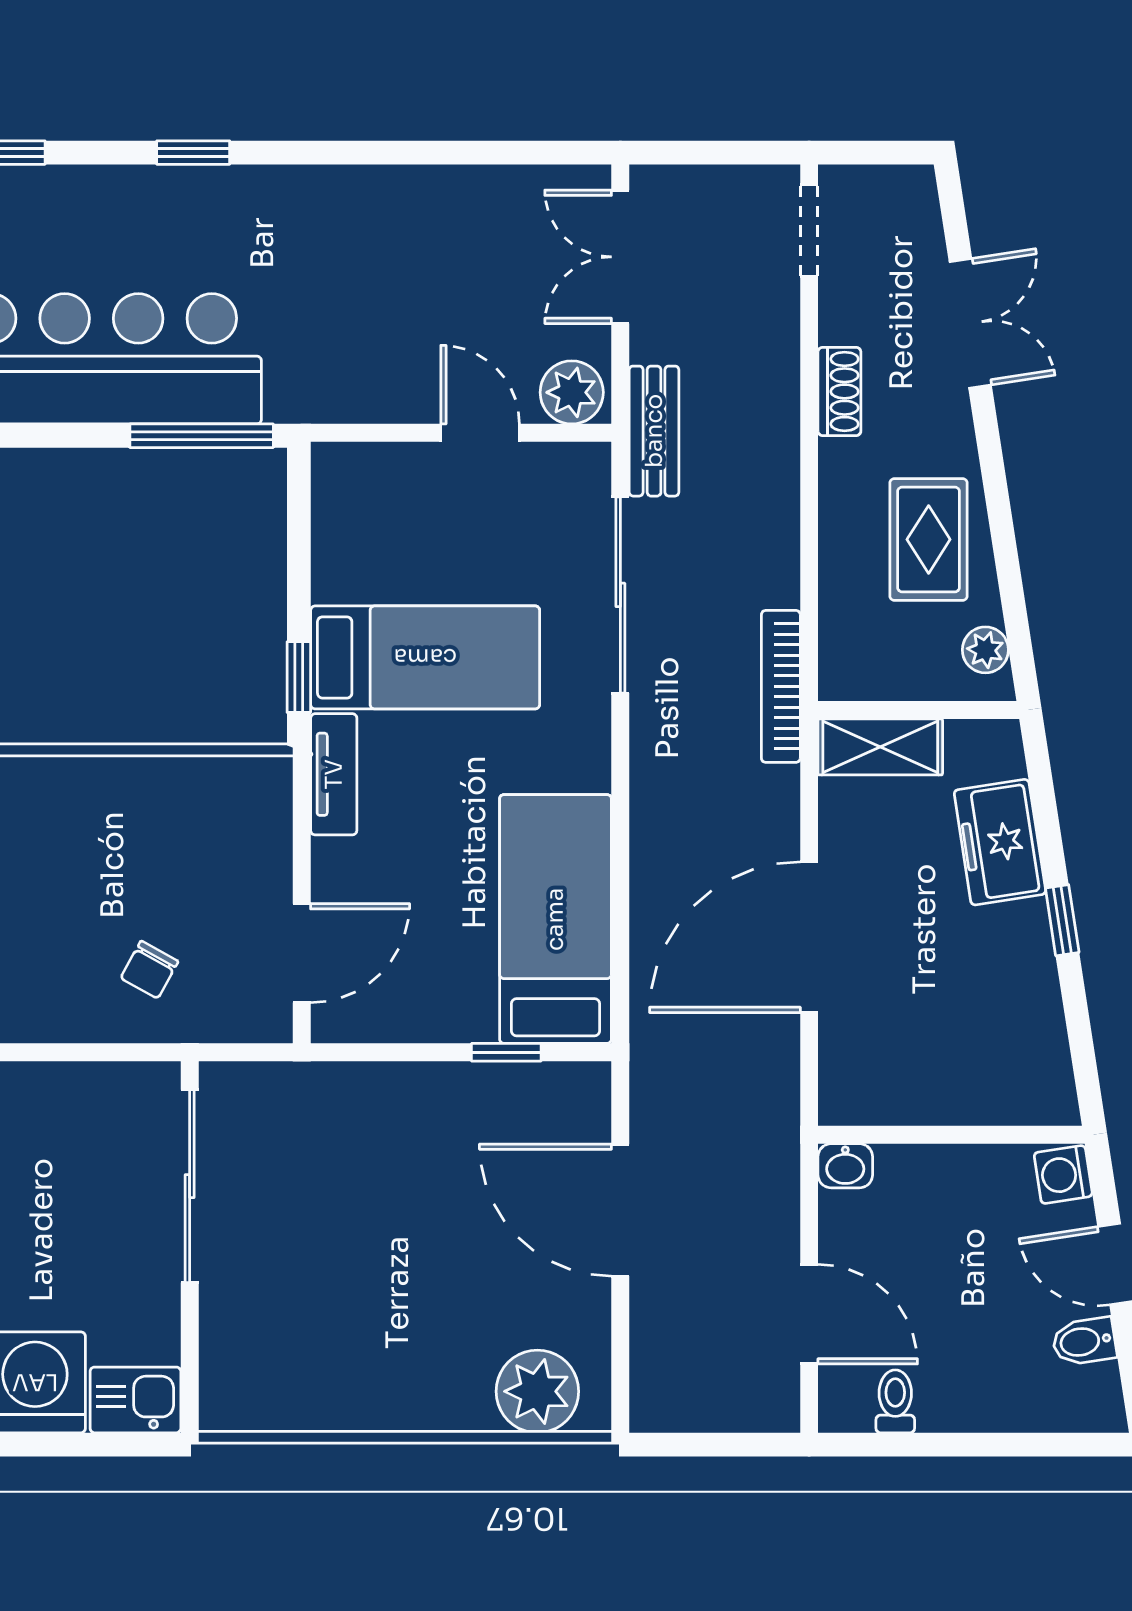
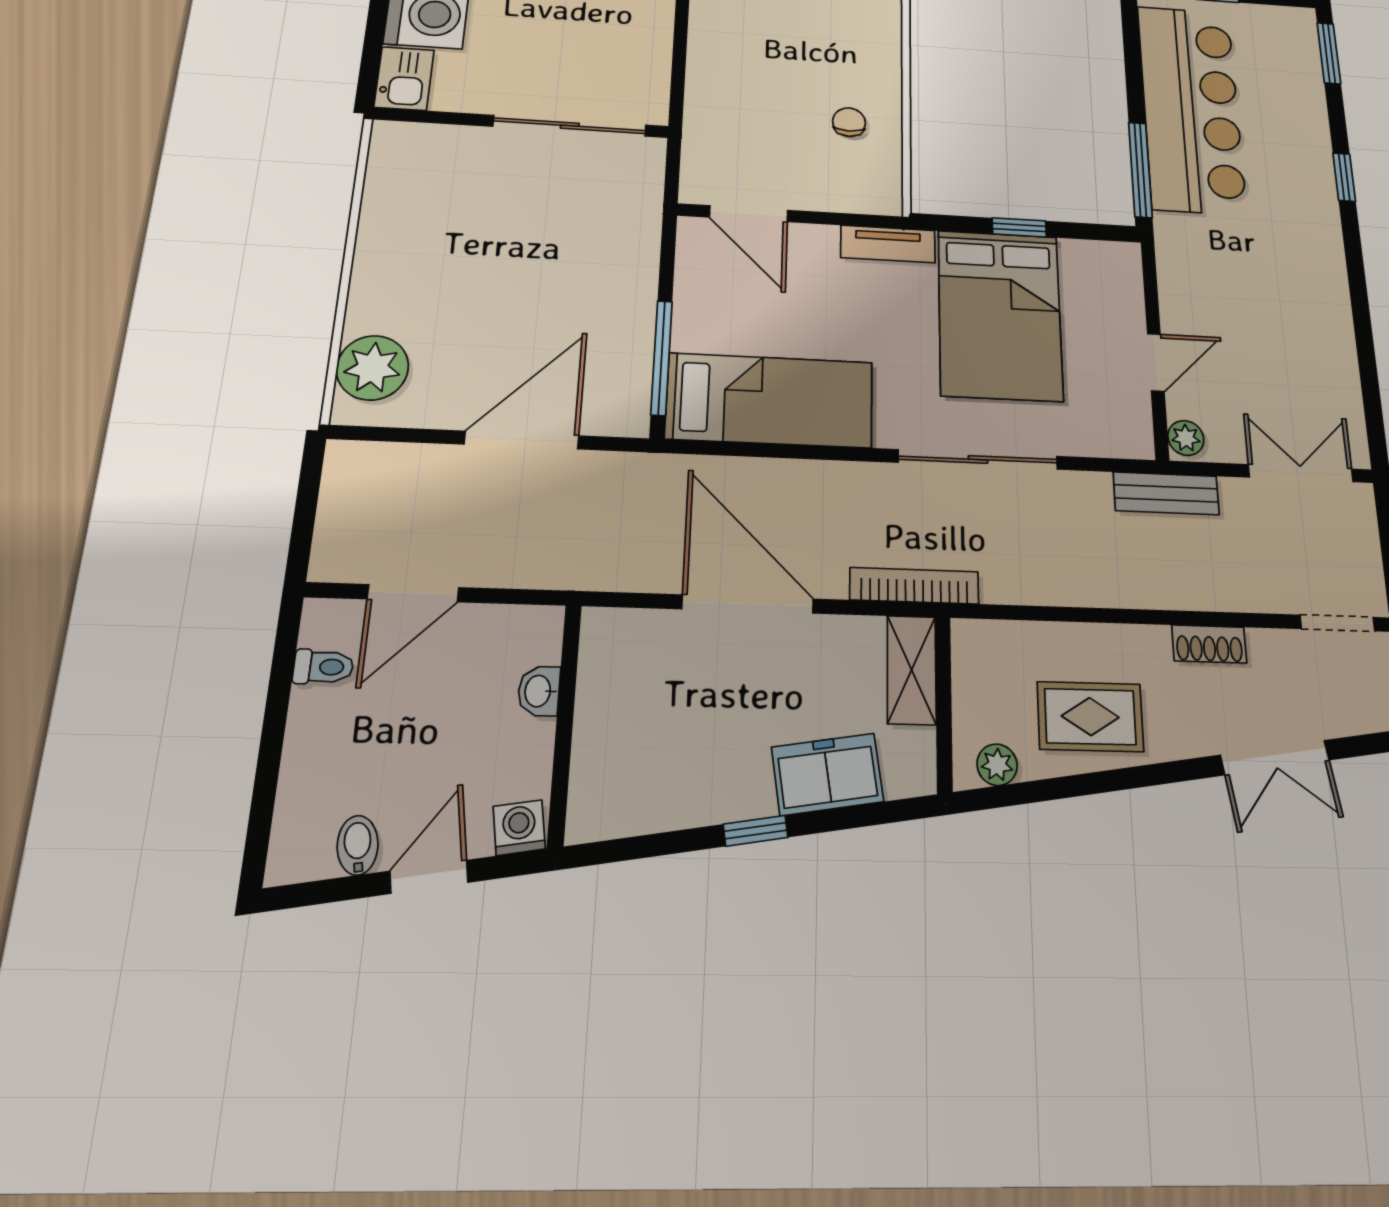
plant: (572, 392) -> (1186, 438), width x0.73, depth x0.73
sliding door: (620, 595) -> (978, 459), moved
bed: (425, 657) -> (1000, 315), width x1.50
window: (299, 677) -> (1019, 227), moved
bookcase: (781, 686) -> (914, 586), moved
chair: (149, 970) -> (849, 122), moved, turned 61
window: (506, 1052) -> (662, 358), width x2.17
washbasin: (845, 1166) -> (539, 691), moved

